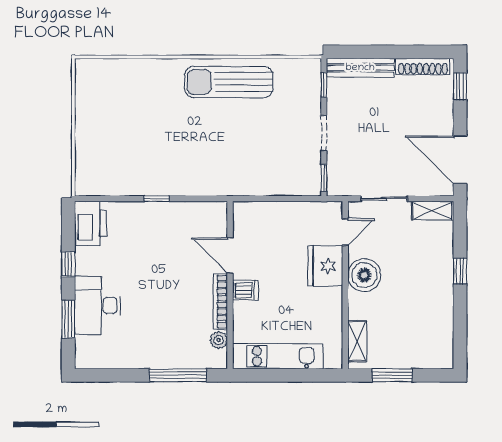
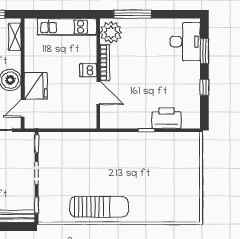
printer: (90, 223) -> (166, 118), moved, turned 90
desk: (98, 305) -> (185, 42), moved
plant: (219, 340) -> (111, 32), width x1.87, depth x1.87

